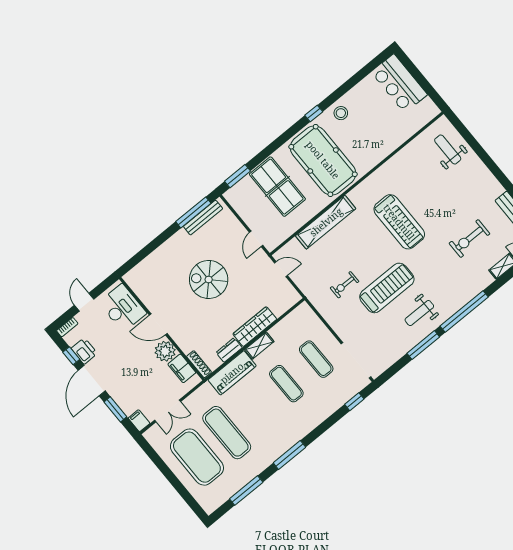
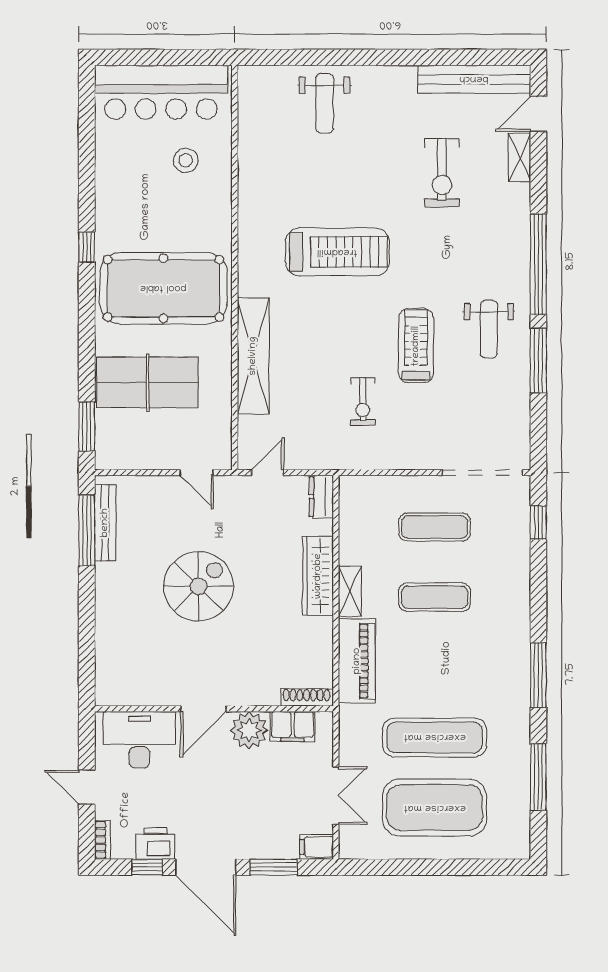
bar counter: (399, 83) -> (161, 92), width x1.36
stool: (341, 113) -> (186, 160), moved
weight bench: (448, 149) -> (324, 103), moved, turned -90
spiral stairs: (209, 279) -> (199, 586), turned 180
treadmill: (387, 288) -> (416, 346), width x0.73, depth x0.73
dresser: (229, 350) -> (321, 497), moved

